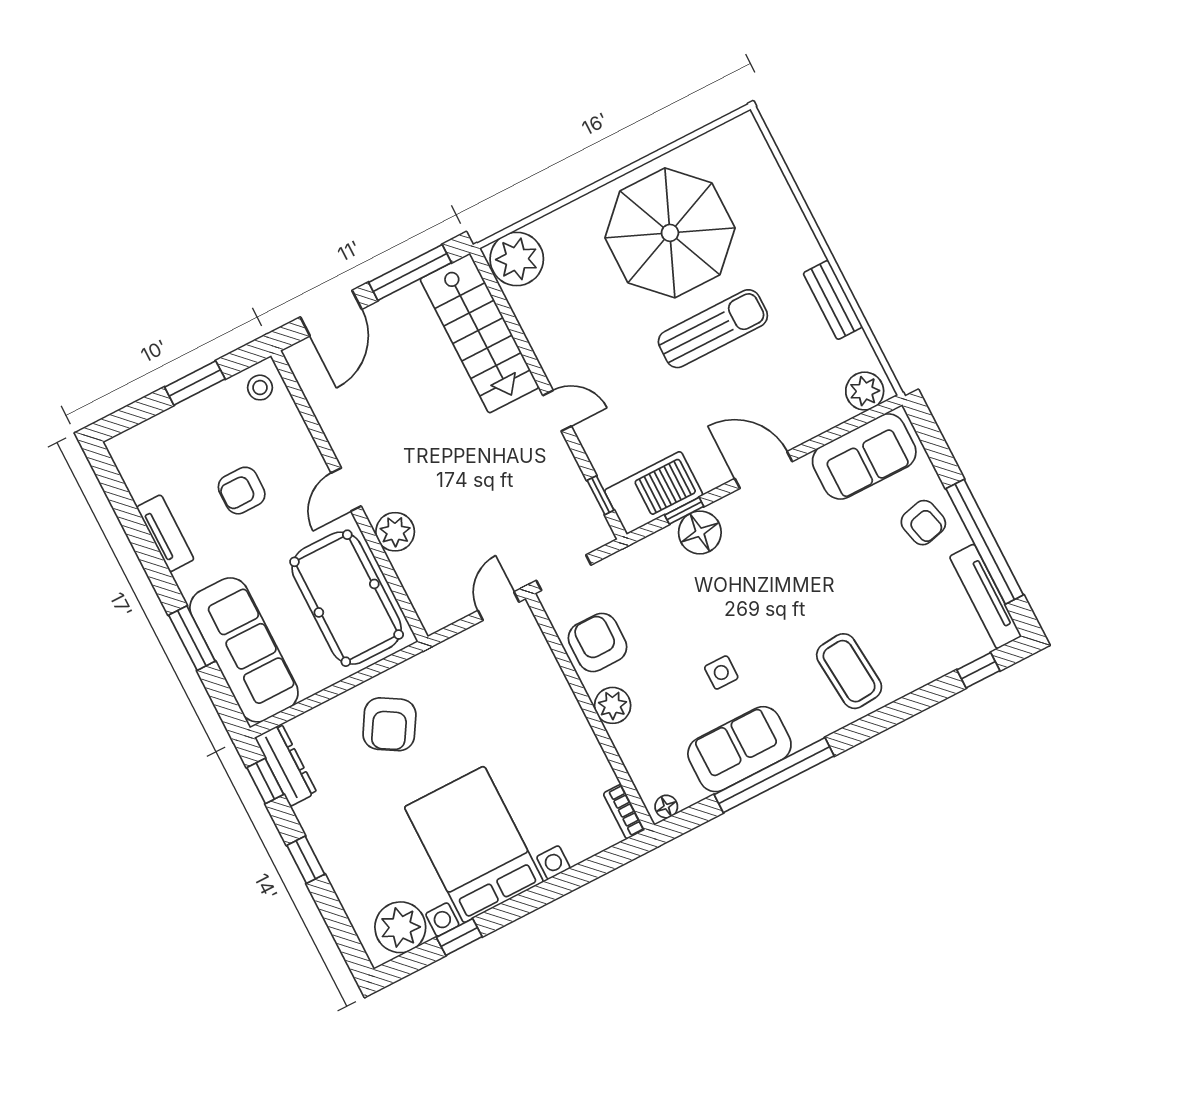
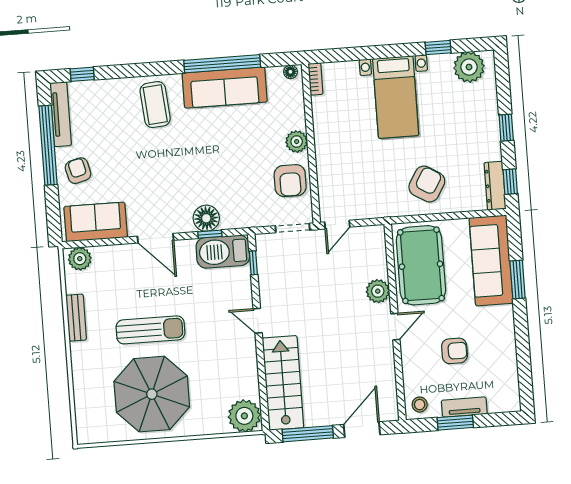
sun lounger: (713, 329) -> (150, 330), turned 180
tv unit: (165, 533) -> (464, 407), moved, turned 90
side table: (721, 673) -> (228, 134), removed
sofa: (739, 749) -> (225, 88), width x1.36
bed with nightstands: (474, 844) -> (396, 97), width x0.73

